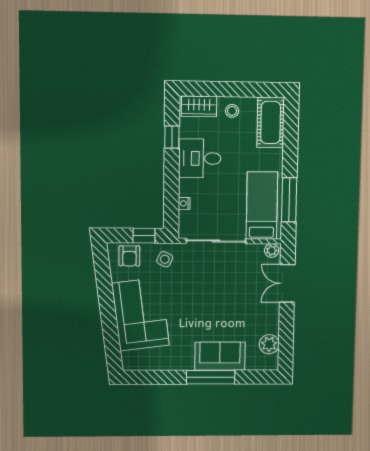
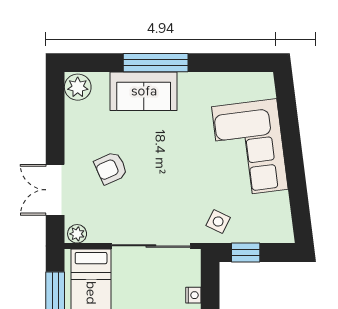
armchair: (129, 256) -> (111, 168), moved, turned -114
double door: (287, 284) -> (55, 190), swing flipped
plant: (269, 344) -> (78, 87), moved

